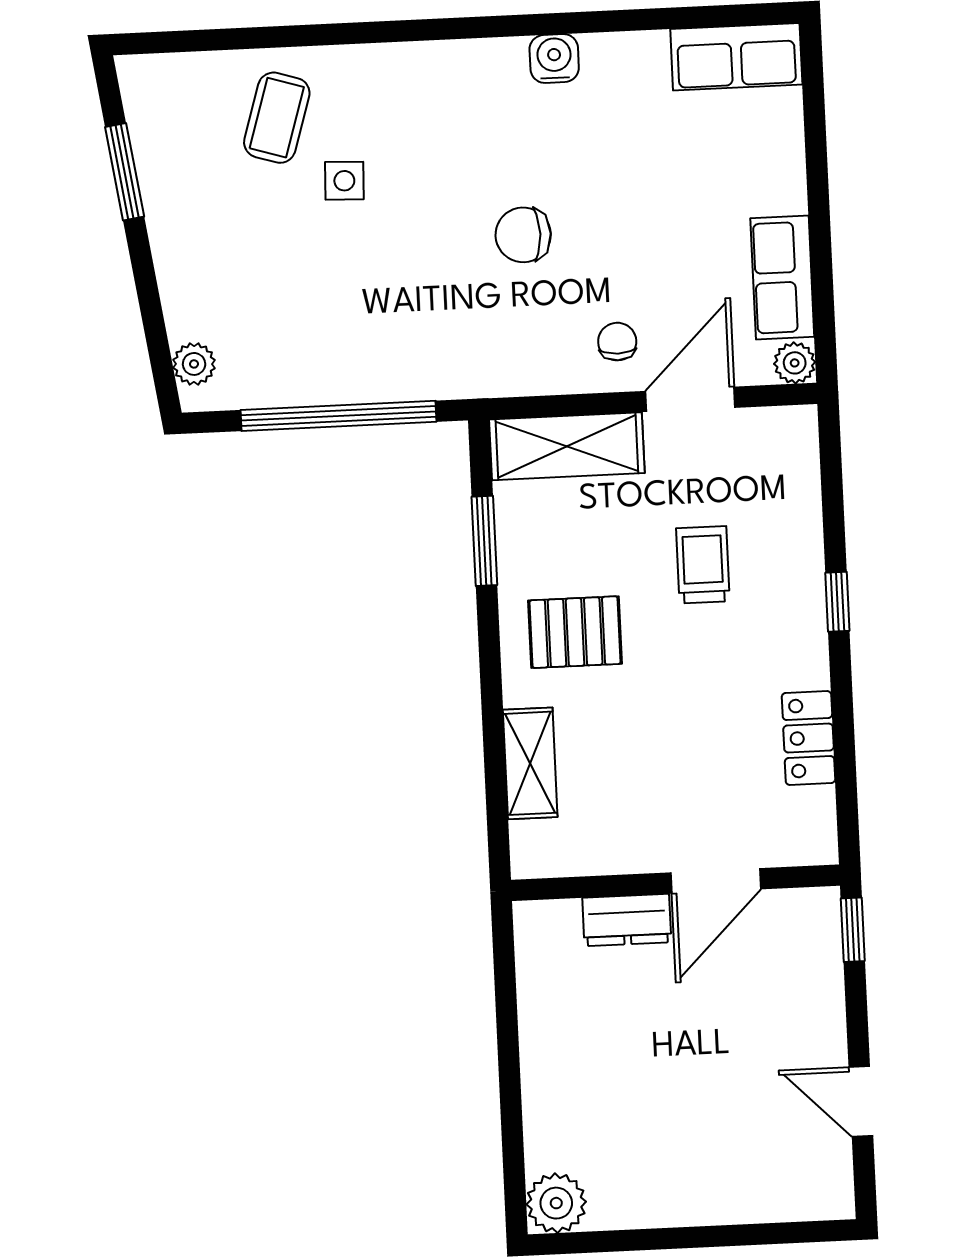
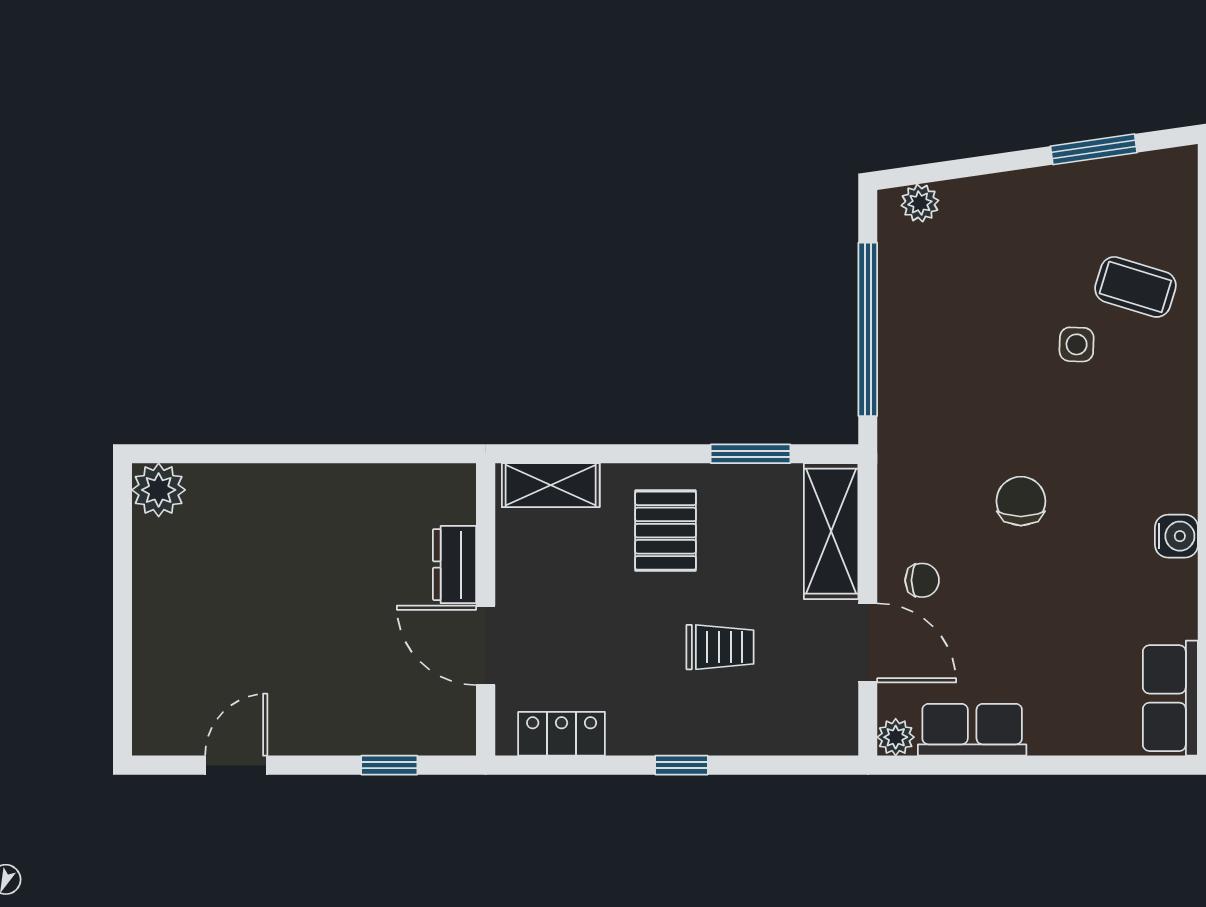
door: (716, 881) -> (486, 645), moved
wall: (676, 883) -> (486, 609), moved
dresser: (627, 920) -> (455, 565), moved

